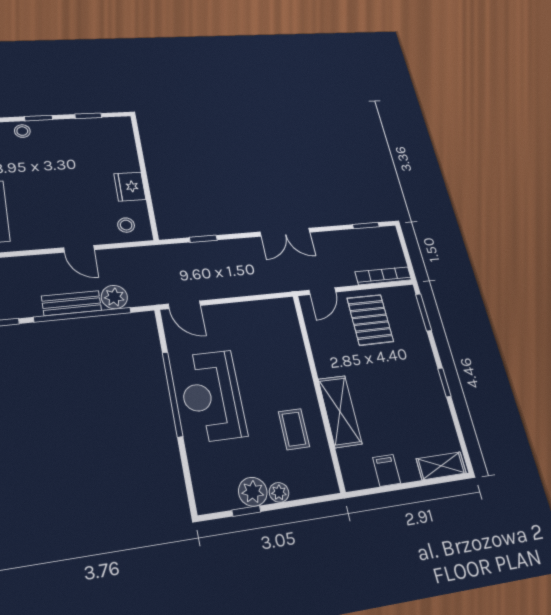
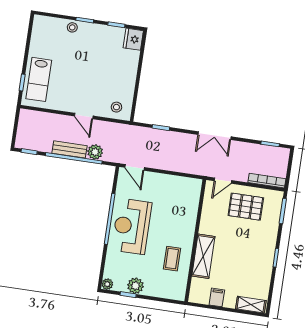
fridge: (130, 187) -> (133, 39), moved
pallet: (370, 320) -> (246, 207), turned 90
plant: (279, 492) -> (107, 284), moved

